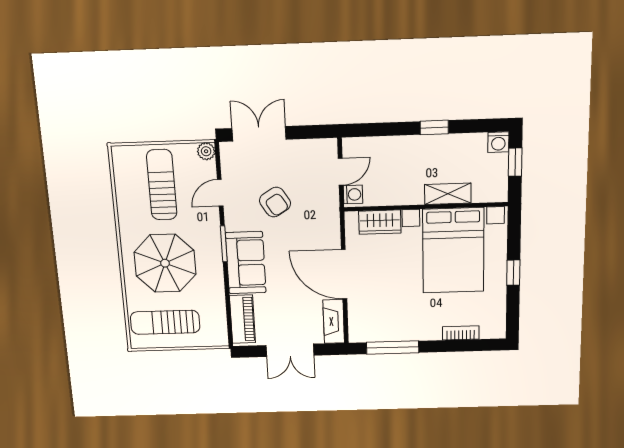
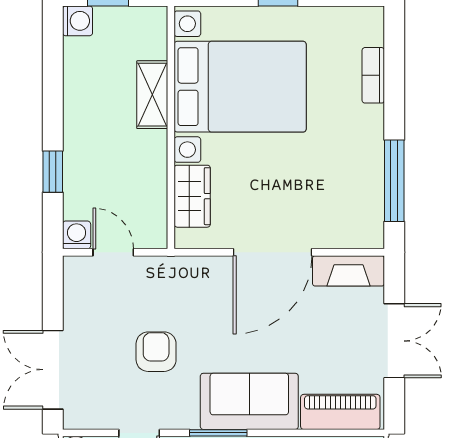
window: (434, 128) -> (53, 172), moved
washing machine: (353, 194) -> (77, 235), moved
armchair: (275, 202) -> (156, 352), turned -58

